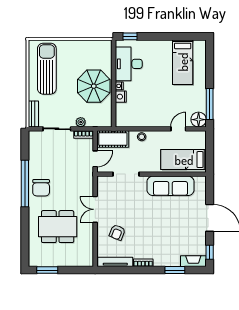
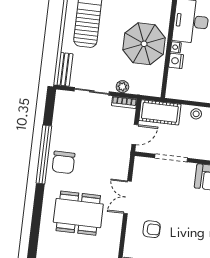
armchair: (117, 232) -> (152, 229), turned -112

